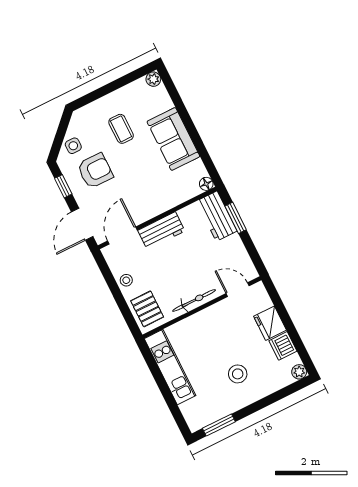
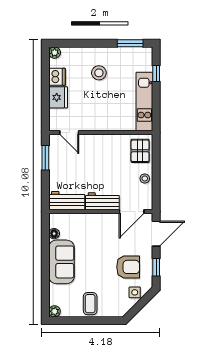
coffee table: (121, 129) -> (90, 304), moved
armchair: (95, 171) -> (128, 267), turned 180
floor lamp: (206, 184) -> (54, 234), moved
workbench: (217, 216) -> (67, 201), moved, turned -90
window: (236, 218) -> (45, 158), moved
bicycle: (194, 300) -> (104, 140), removed
window: (172, 405) -> (156, 74), added

